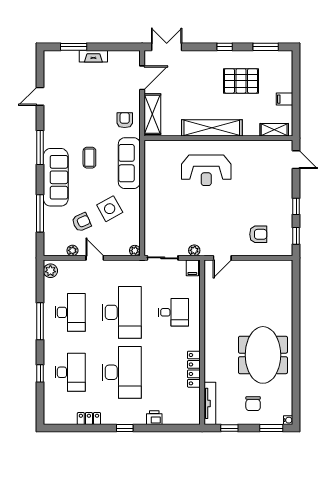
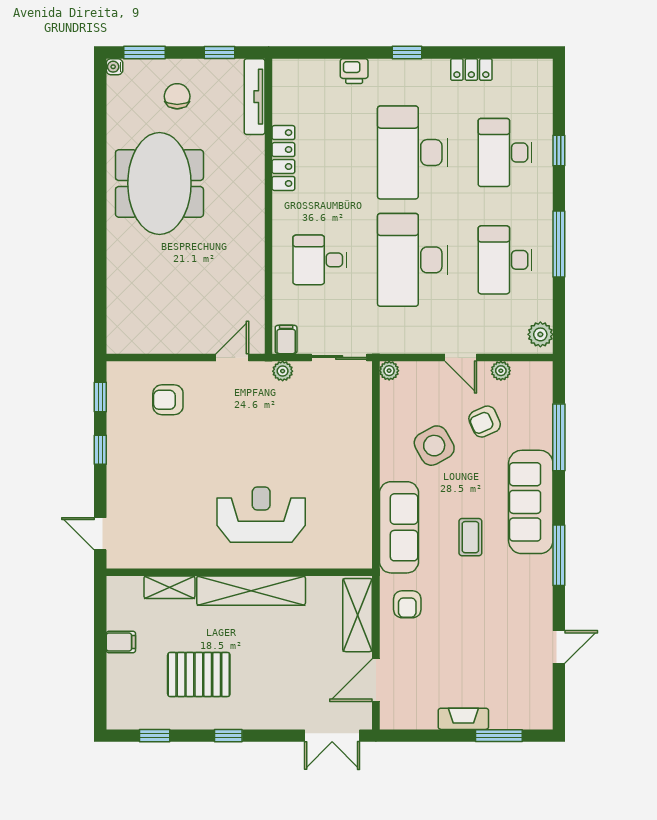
window: (266, 47) -> (155, 736), width x0.67
shelving: (274, 130) -> (169, 587), moved

